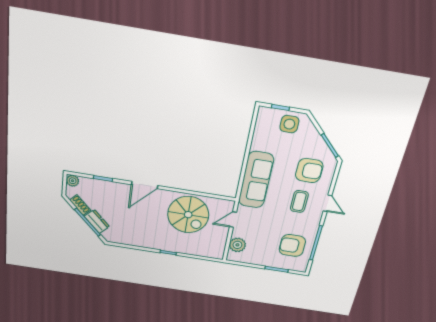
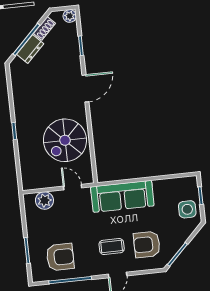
armchair: (309, 171) -> (147, 244), turned 90
door: (145, 185) -> (85, 88), swing flipped
armchair: (292, 246) -> (60, 257), turned 90

